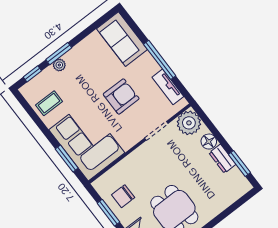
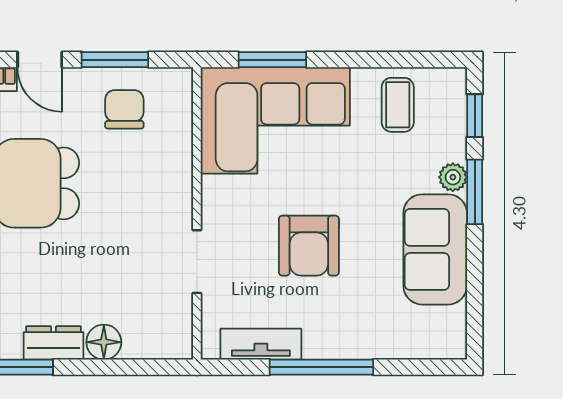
sofa: (122, 39) -> (435, 249), moved, turned -90
plant: (189, 123) -> (166, 332), removed

